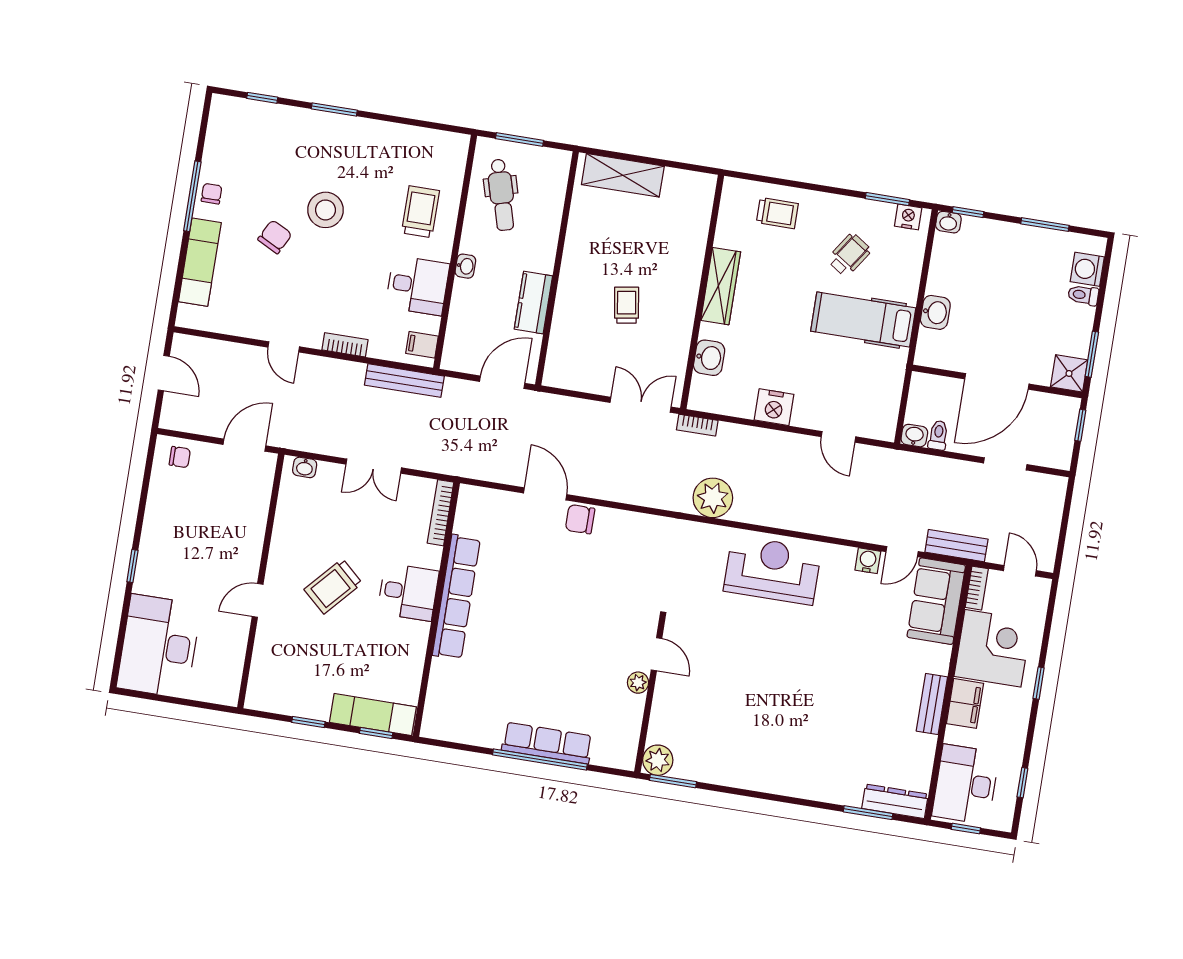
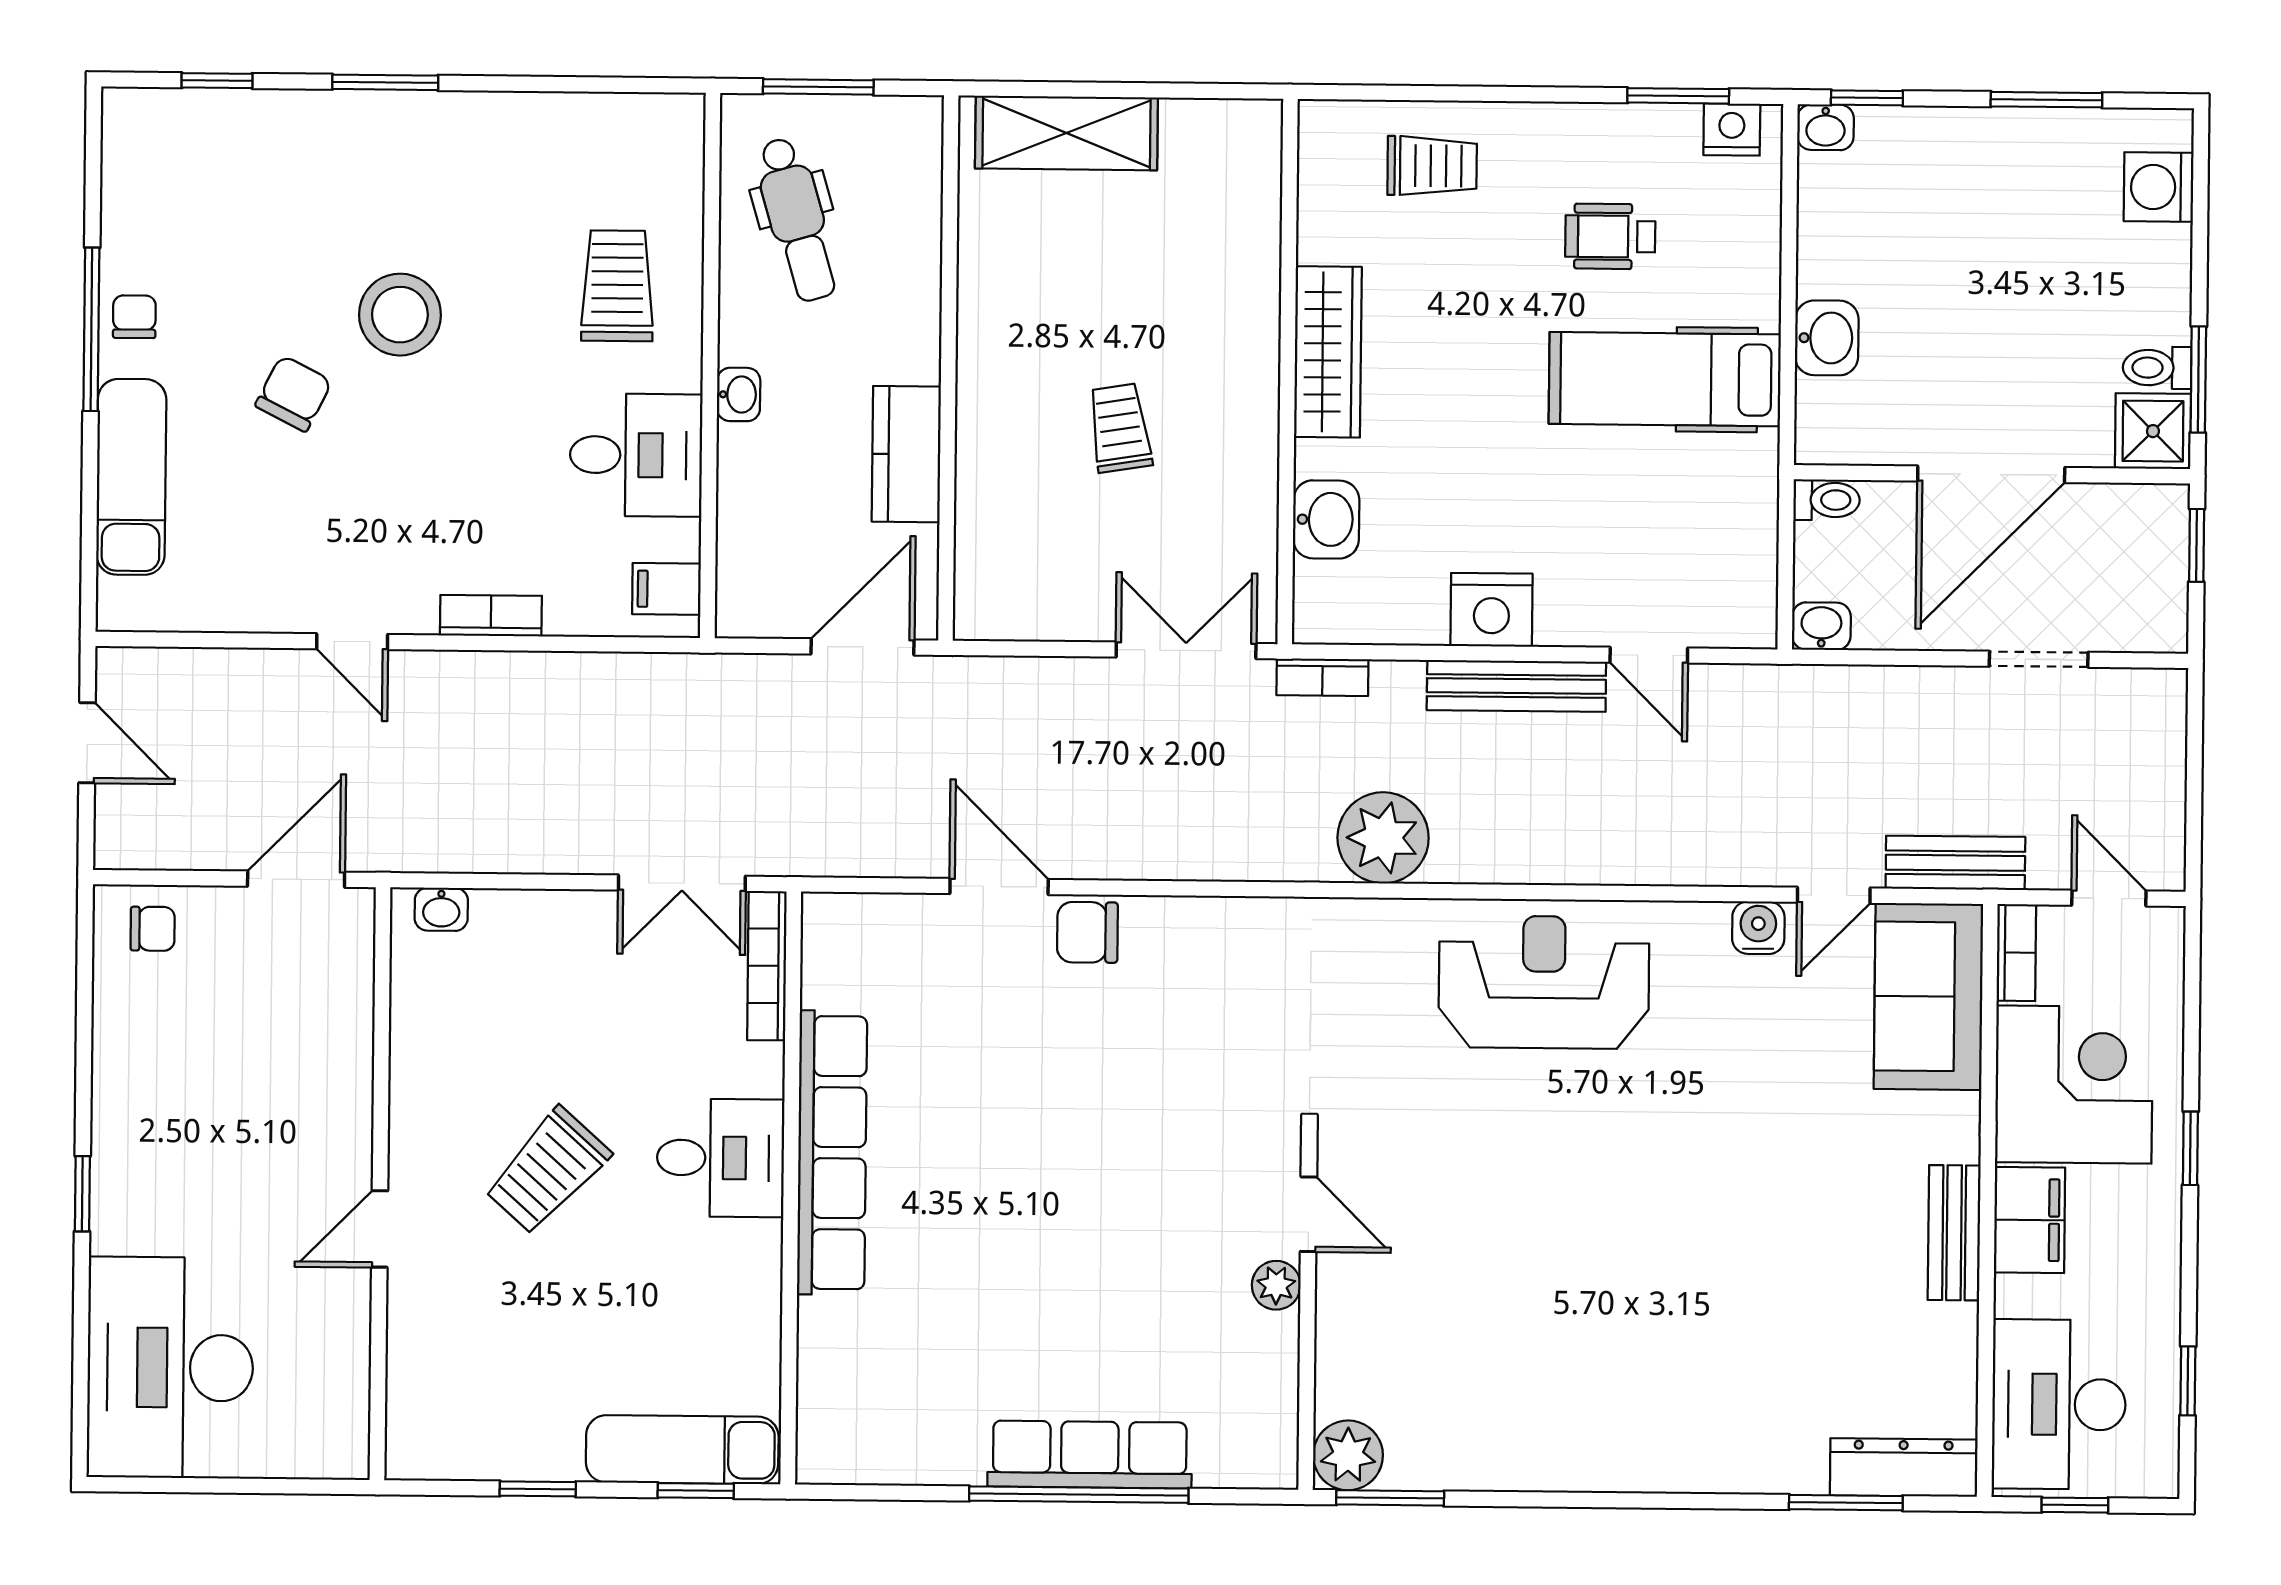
wheelchair: (849, 255) -> (1610, 236), turned -124
toilet: (1083, 295) -> (2157, 368), moved
bench: (404, 381) -> (1516, 686), moved
toilet: (938, 435) -> (1827, 500), moved, turned 90
double door: (374, 466) -> (682, 883), moved

